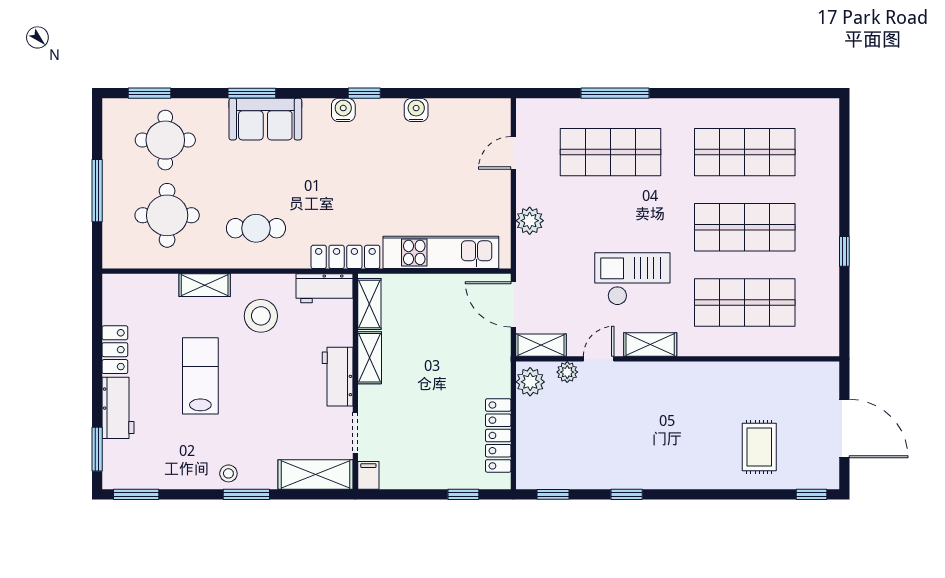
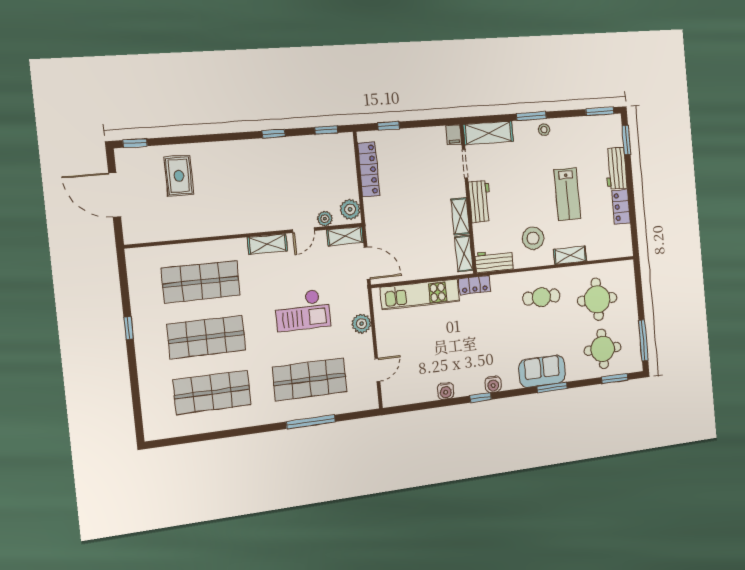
window: (97, 191) -> (643, 340), moved
locker: (345, 257) -> (475, 285), width x0.66
checkout: (632, 279) -> (303, 310), moved

